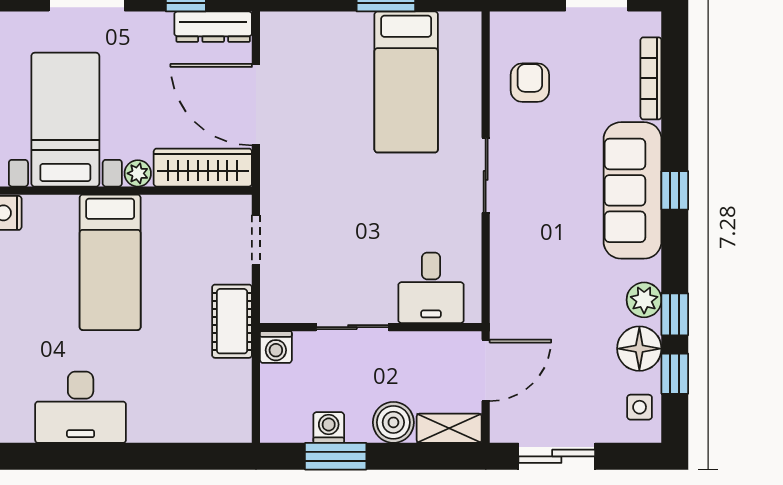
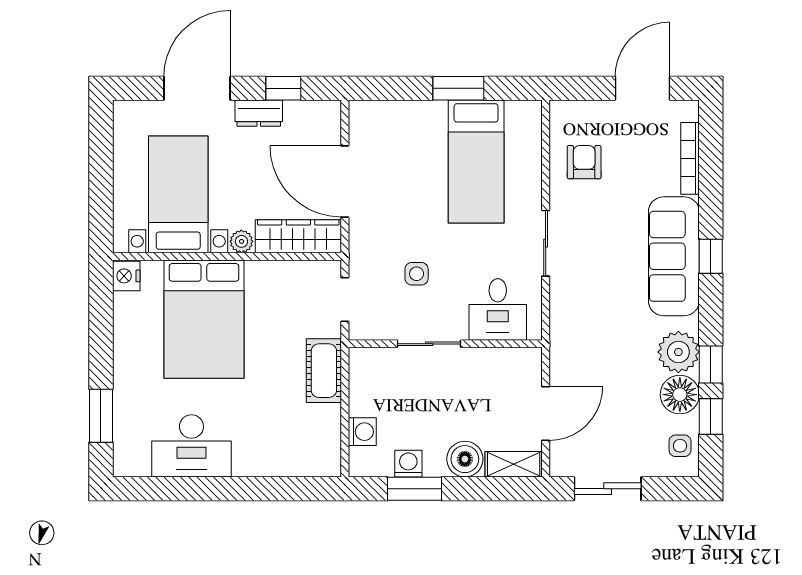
dresser: (213, 27) -> (259, 113), moved, width x0.70
side table: (338, 210) -> (417, 274), added
bed: (110, 262) -> (204, 319), width x1.50
desk: (431, 288) -> (498, 309), moved
plant: (644, 300) -> (678, 352), width x1.36, depth x1.36
sliding door: (352, 327) -> (429, 344), moved
wall: (371, 327) -> (445, 344), moved
washing machine: (276, 347) -> (362, 432), moved, turned -90

